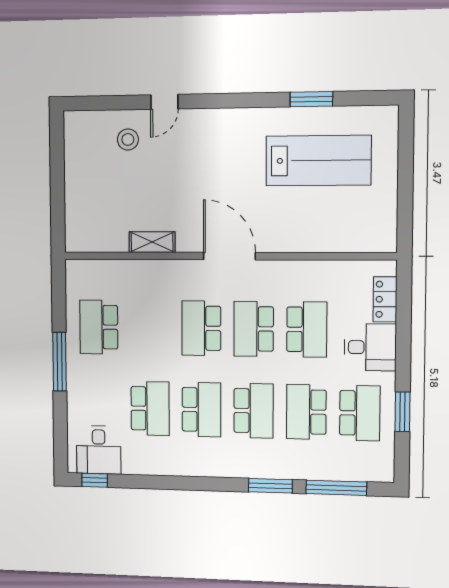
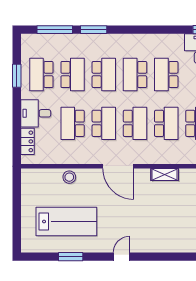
door: (164, 102) -> (122, 257), moved
stool: (128, 139) -> (69, 177), moved
lab bench: (318, 161) -> (66, 222), turned 180
school desk: (150, 328) -> (166, 123), added
school desk: (254, 411) -> (104, 75), turned 180

